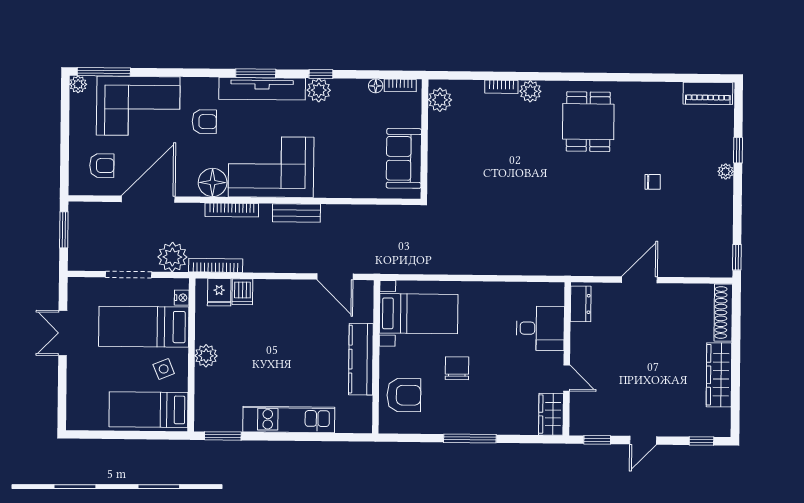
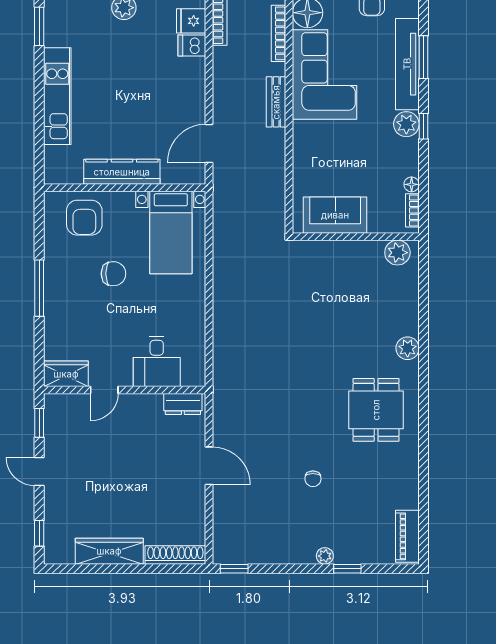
bookcase: (501, 87) -> (412, 318), removed
dining table: (588, 122) -> (376, 410), turned 90

